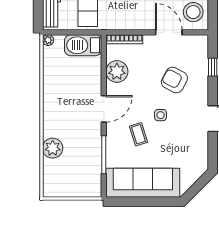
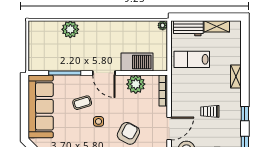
barbecue: (83, 45) -> (137, 62), moved, turned 90

